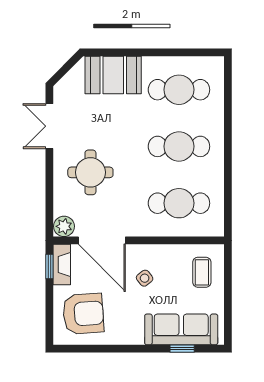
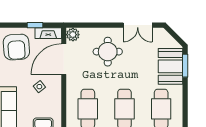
window: (112, 52) -> (185, 66), added
double door: (49, 126) -> (138, 25), swing flipped
window: (49, 266) -> (35, 25), moved

